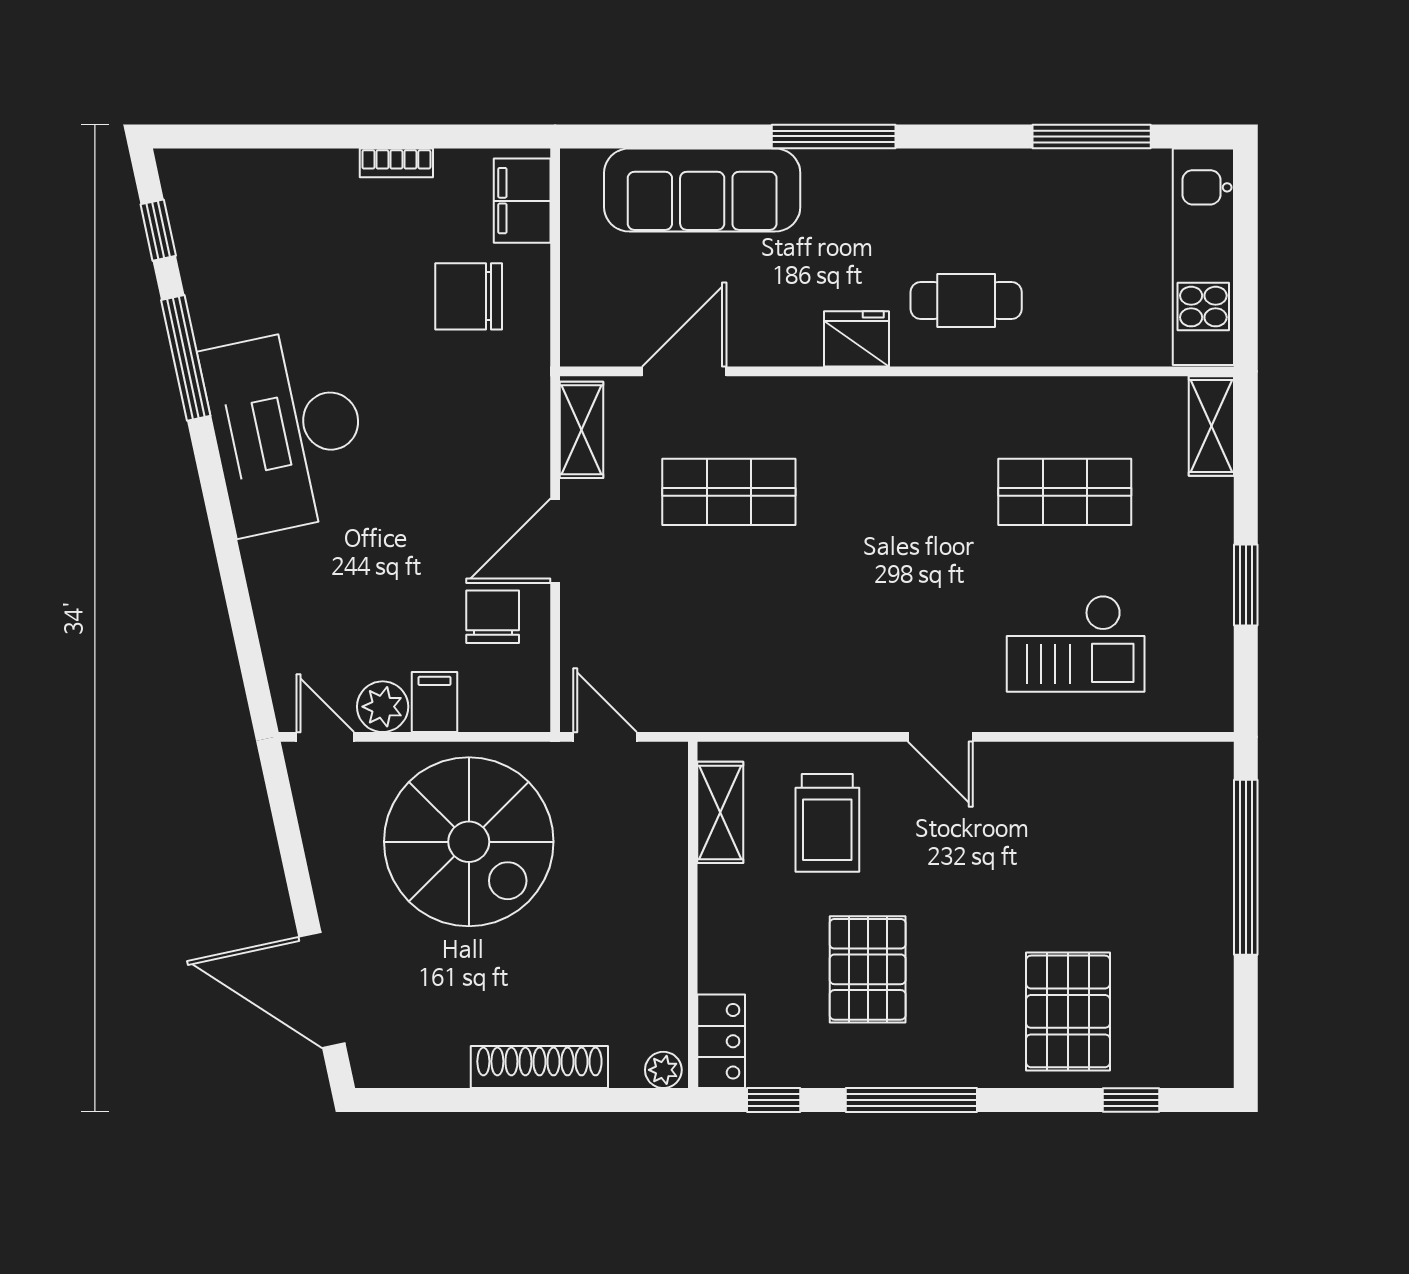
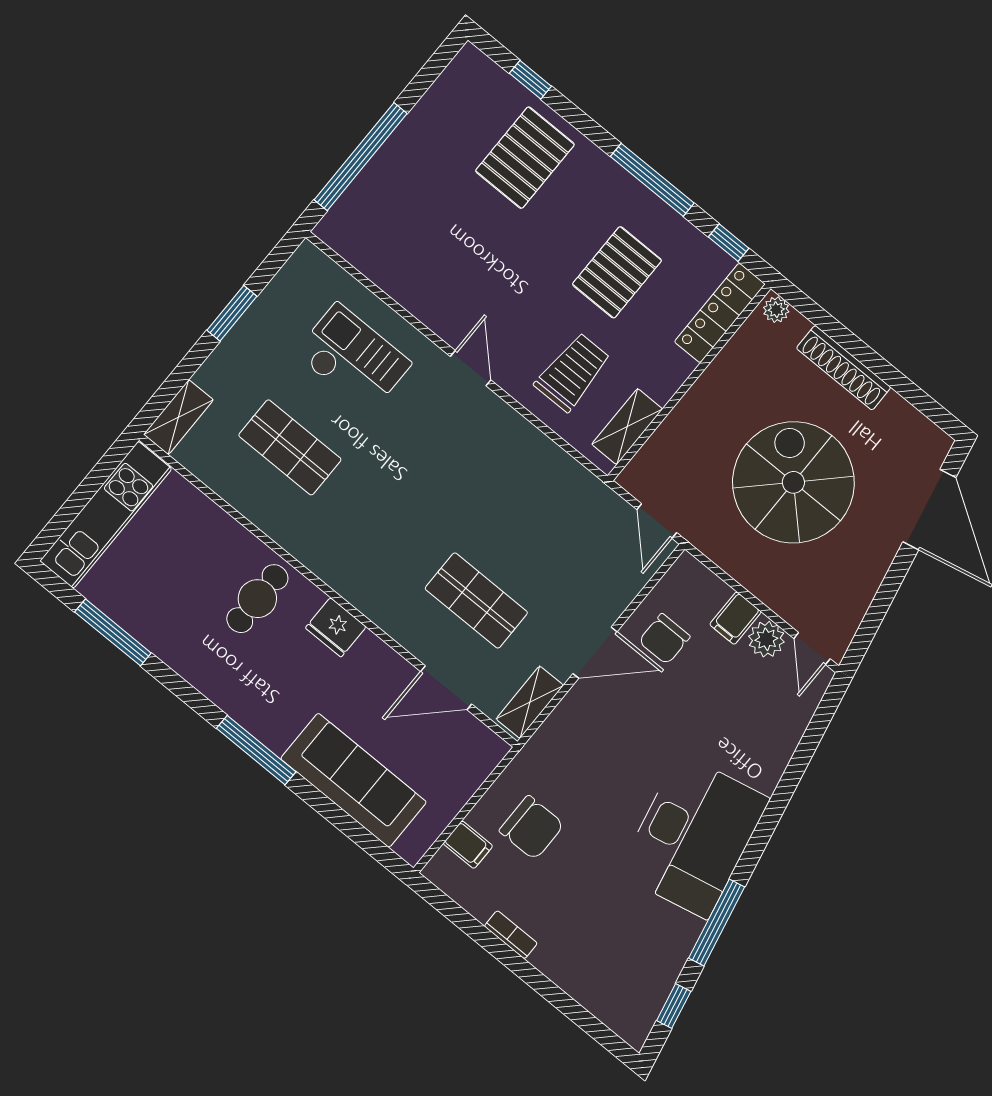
filing cabinet: (522, 201) -> (468, 845), width x0.50
cafe table: (966, 301) -> (257, 599), turned 90
spiral stairs: (469, 842) -> (793, 482), moved
locker: (721, 1041) -> (720, 313), width x1.53

